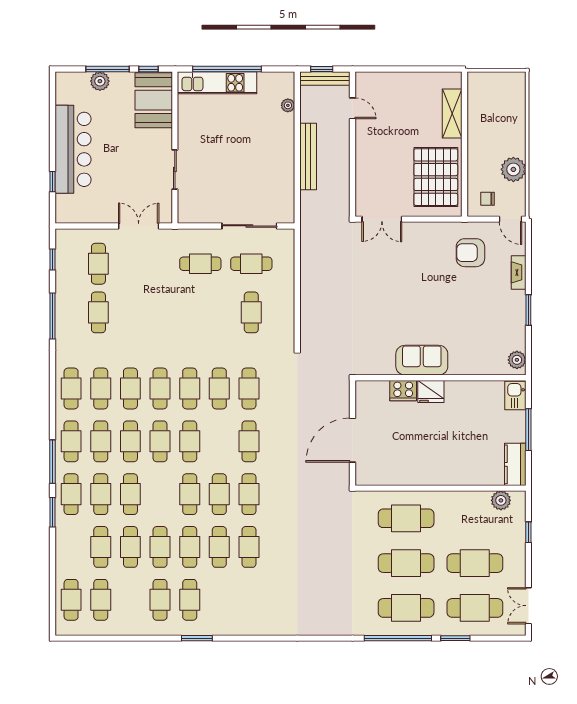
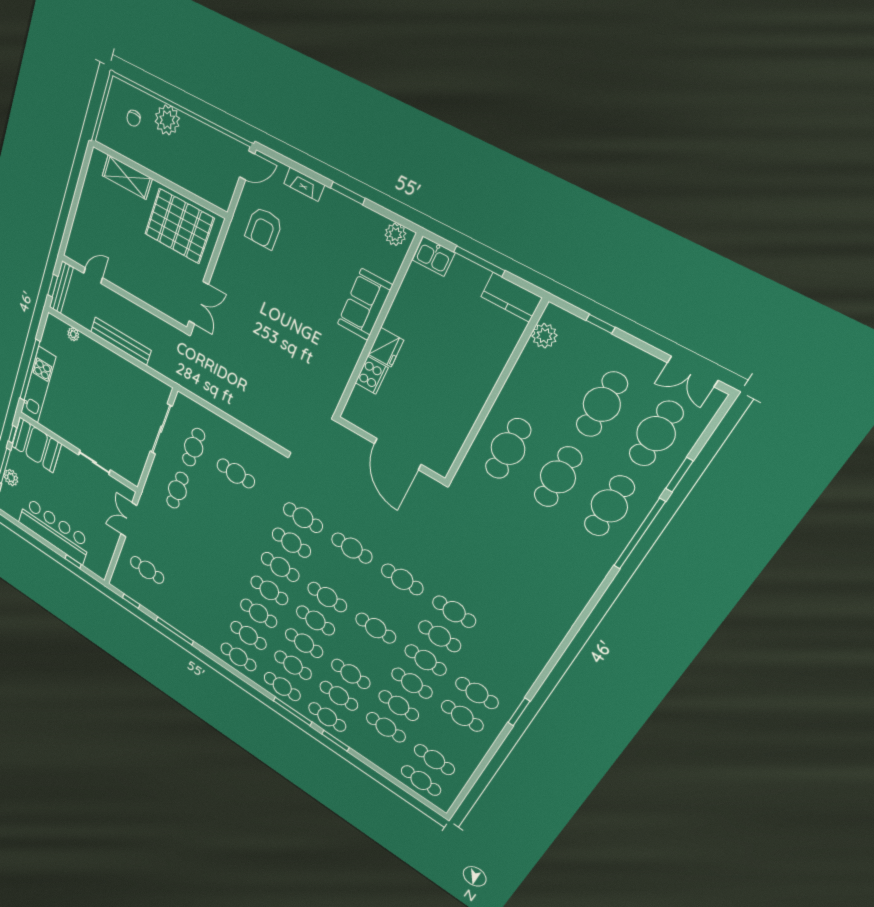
plant: (513, 169) -> (167, 120), moved
chair: (487, 199) -> (134, 118), moved
cafe table: (98, 312) -> (186, 596), removed
sofa: (422, 360) -> (365, 305), moved
cafe table: (219, 494) -> (389, 604), removed

